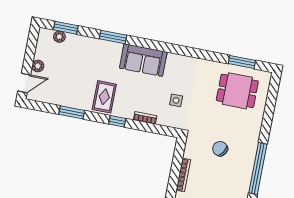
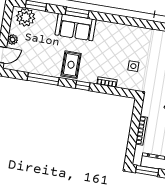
plant: (59, 37) -> (26, 17), width x1.88, depth x1.88
sofa: (143, 60) -> (75, 27), moved
window: (72, 112) -> (43, 79), width x1.44

